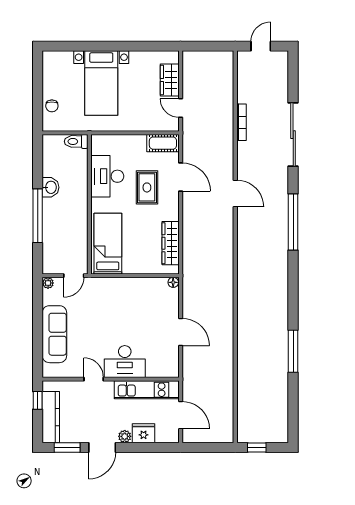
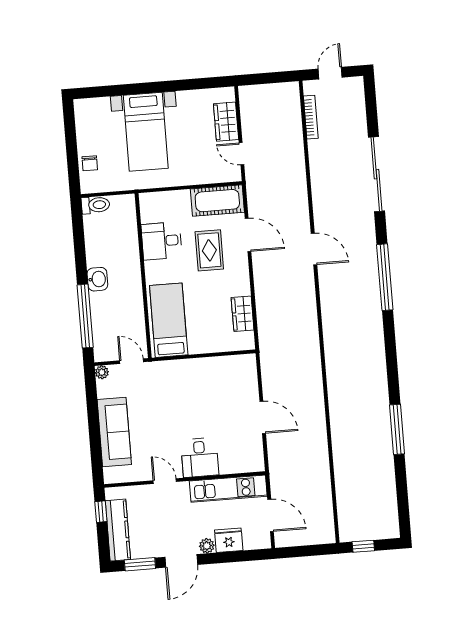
bookcase: (241, 122) -> (311, 117), moved
toilet: (76, 141) -> (95, 205), moved, turned 180
cot: (163, 143) -> (217, 201), width x1.37, depth x1.34
desk: (107, 176) -> (162, 241), width x0.73
washbasin: (51, 187) -> (97, 279), moved
window: (38, 216) -> (85, 316), moved
wardrobe: (171, 243) -> (243, 314), width x0.67
door: (74, 276) -> (132, 361), swing flipped
floor lamp: (173, 282) -> (249, 360), removed
desk: (125, 362) -> (200, 457), width x0.73

